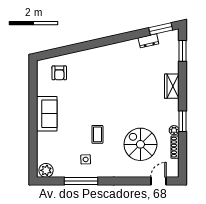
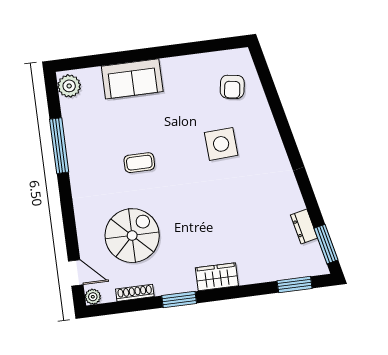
armchair: (59, 73) -> (232, 87), turned -81
wardrobe: (172, 86) -> (217, 277), moved
sofa: (47, 114) -> (132, 79), moved
plant: (174, 130) -> (93, 297), moved
side table: (86, 159) -> (221, 144), moved, width x1.87, depth x1.87

